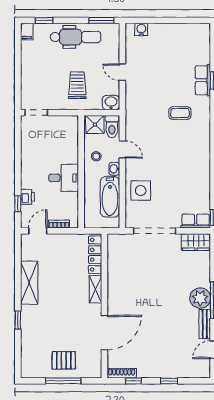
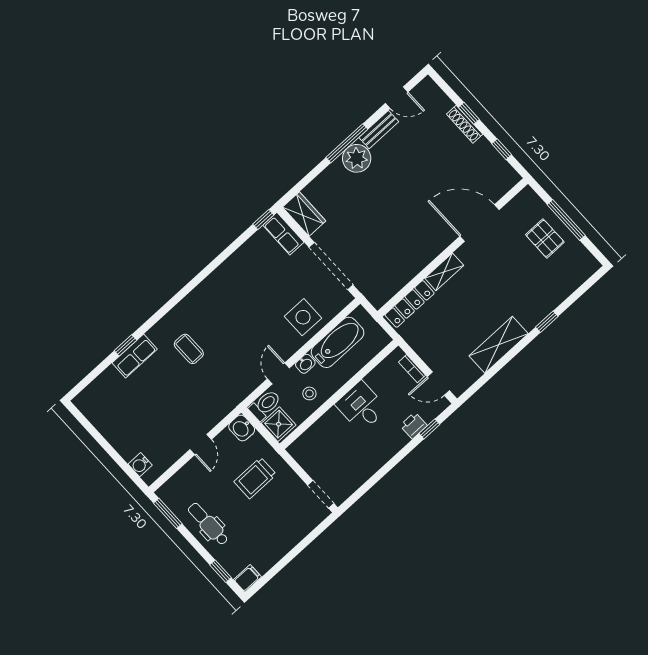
dental chair: (76, 37) -> (208, 524), width x0.73, depth x0.72
shoe rack: (122, 373) -> (465, 124), moved

